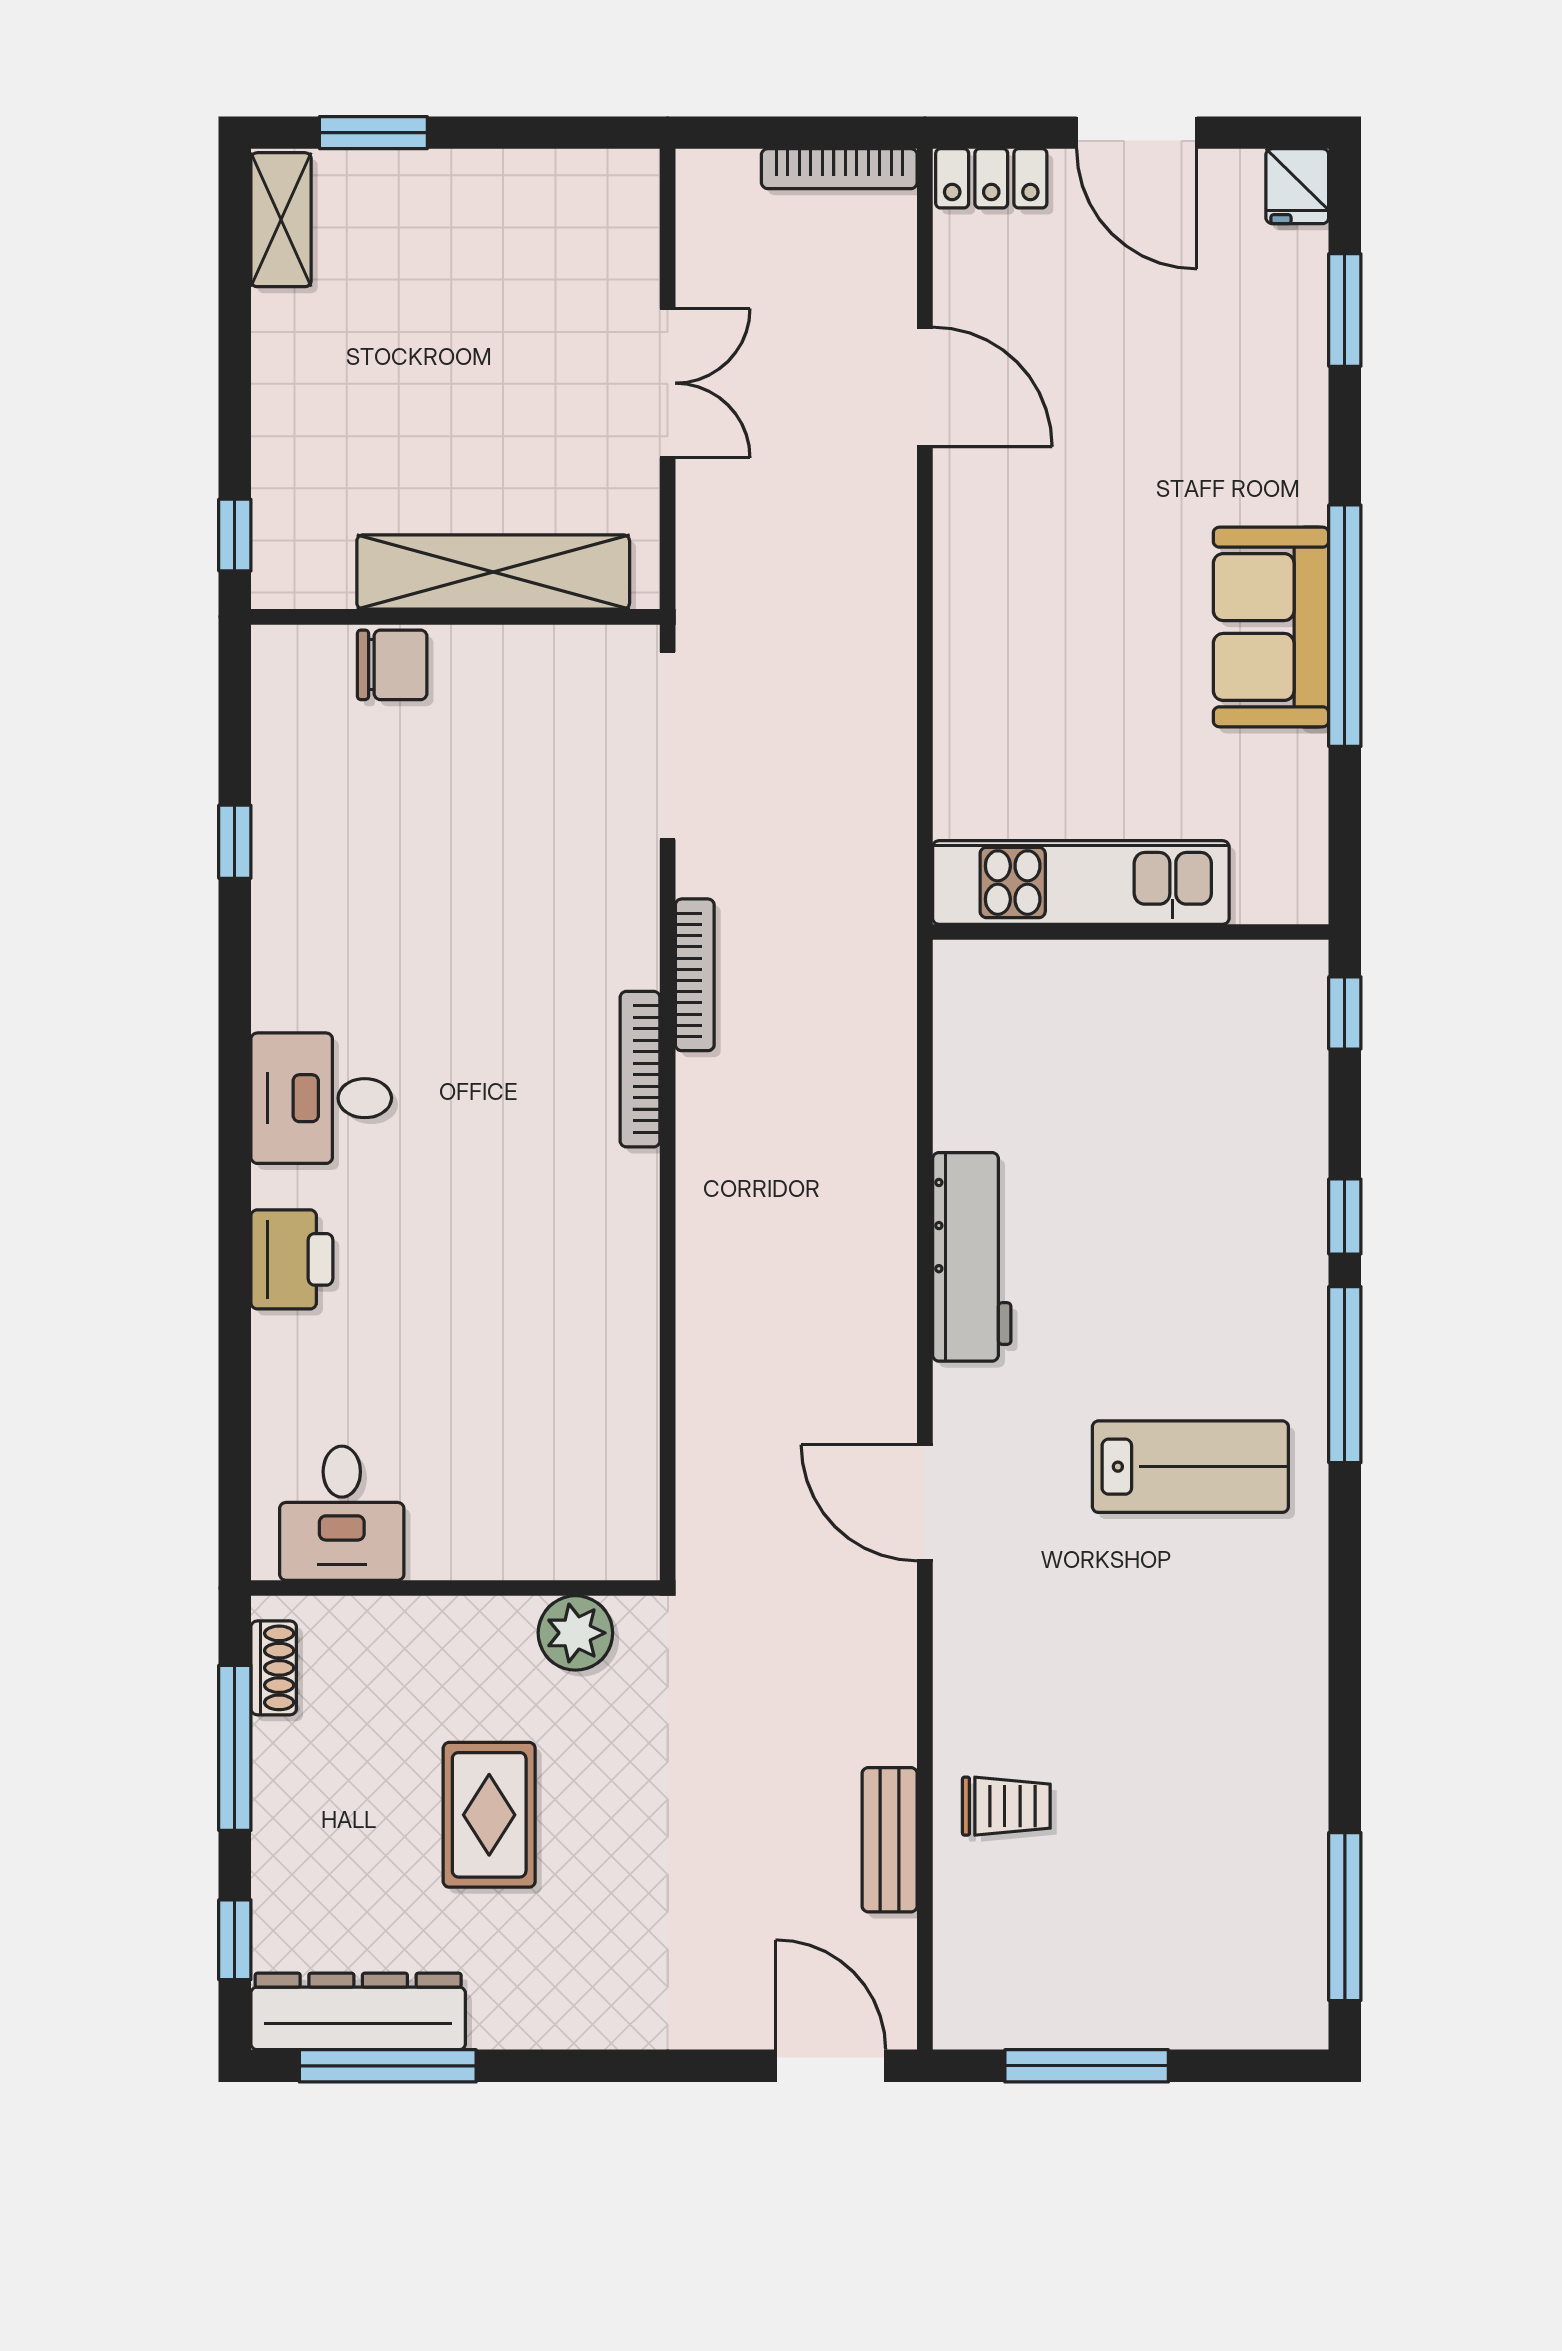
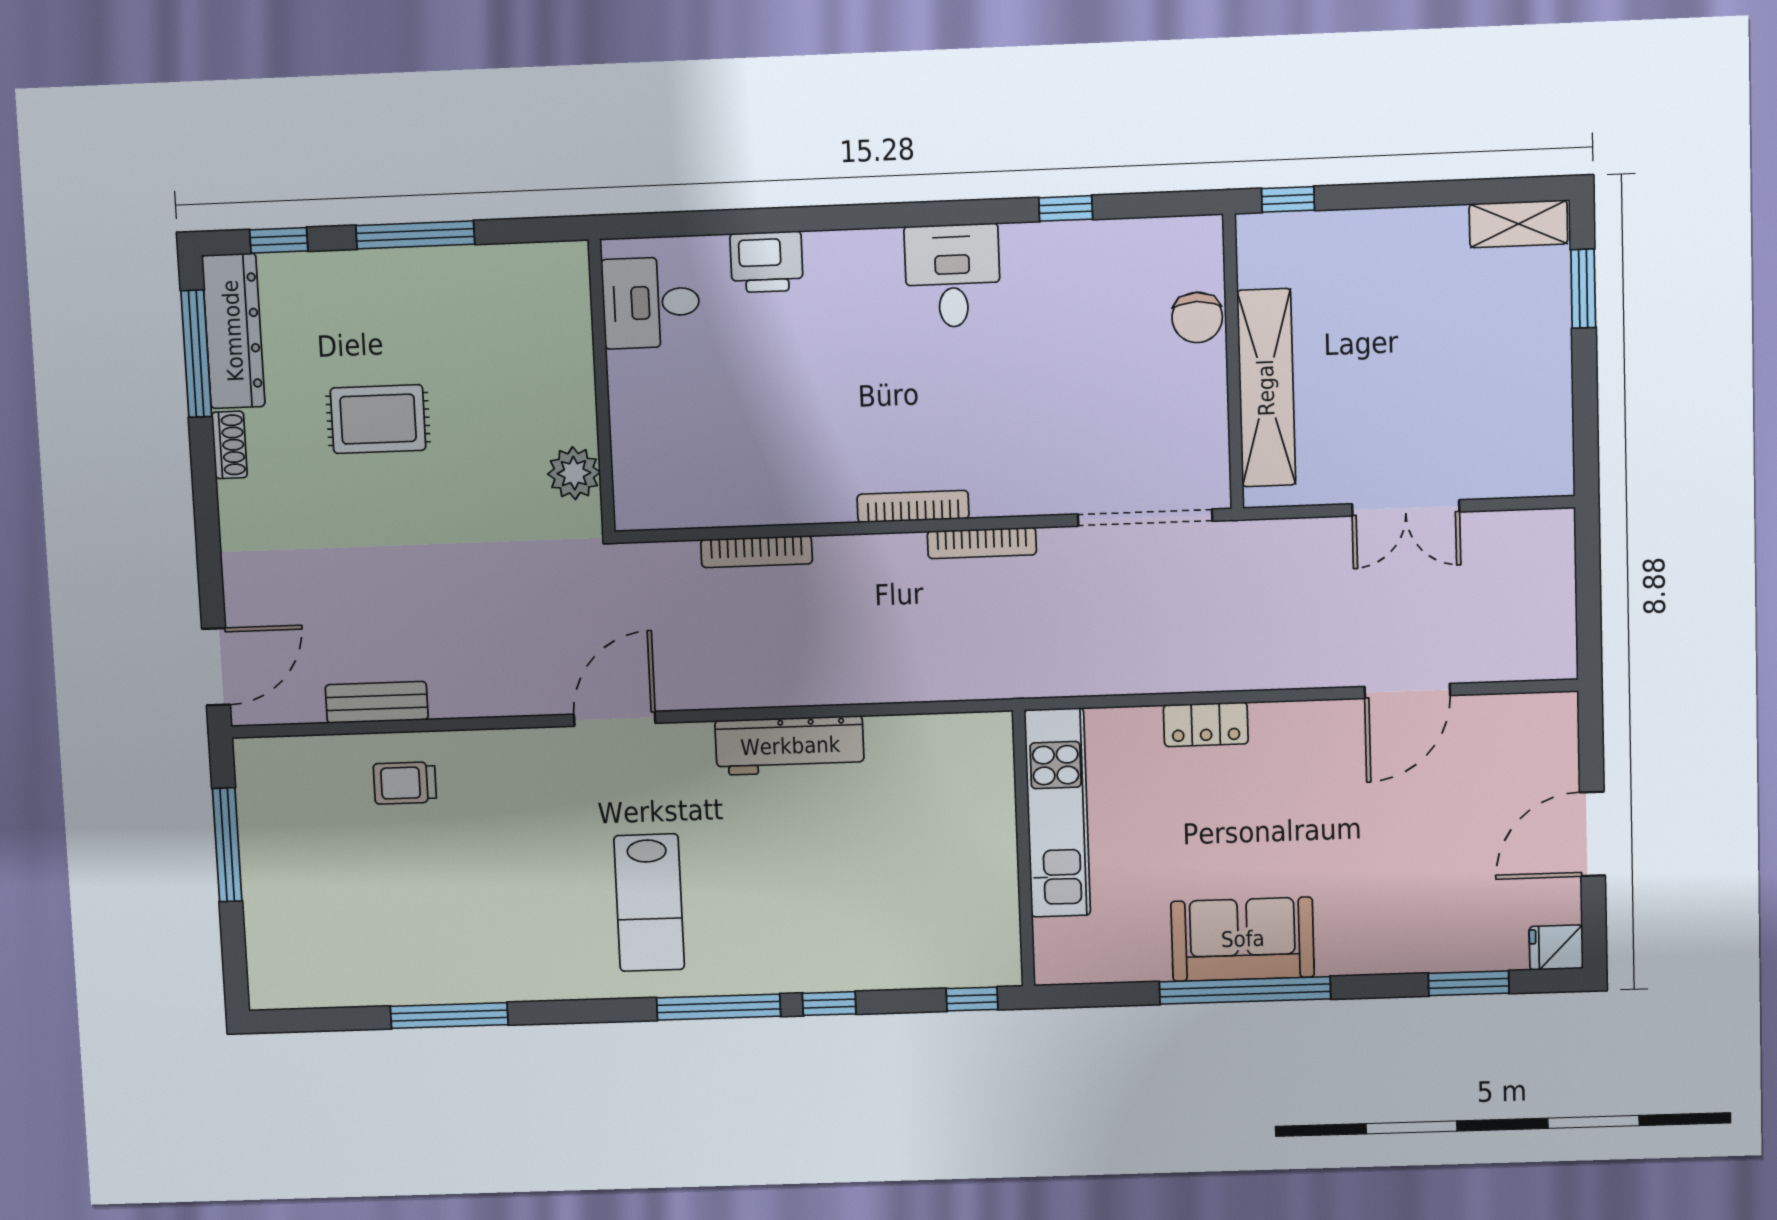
bookcase: (839, 169) -> (757, 552), moved, turned -90
locker: (991, 178) -> (1206, 724), moved, turned -90
desk: (321, 1098) -> (953, 276), moved
desk: (342, 1513) -> (651, 303), moved
wall: (455, 1588) -> (602, 386), moved
plant: (575, 1633) -> (574, 473), moved
shoe rack: (274, 1668) -> (229, 445), moved, turned -90
trolley: (1006, 1806) -> (405, 783), turned 90
window: (1345, 1917) -> (449, 1016), moved

